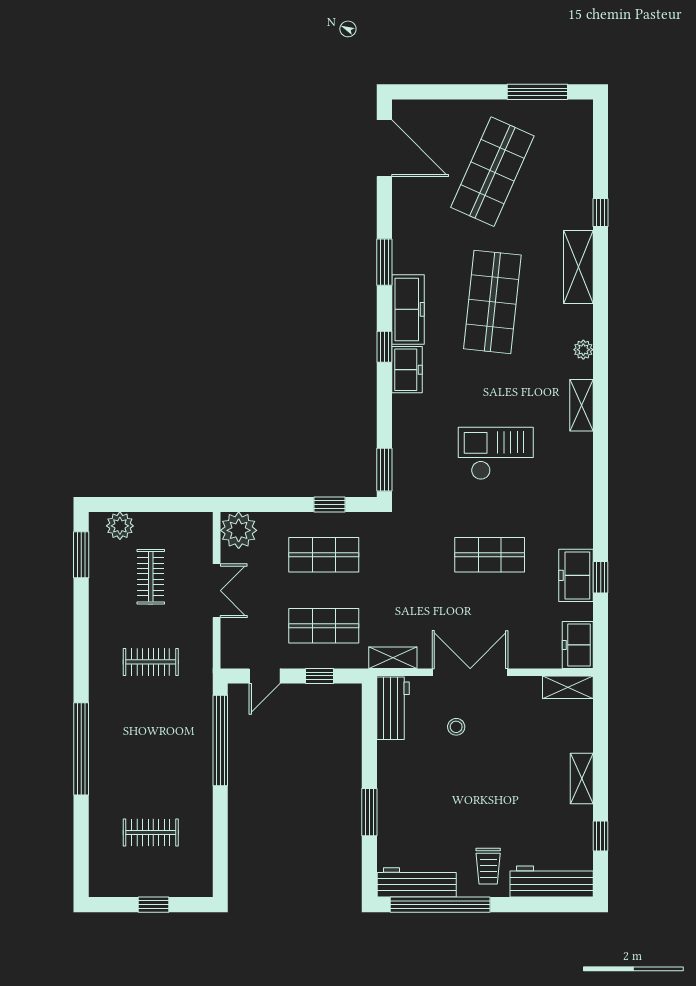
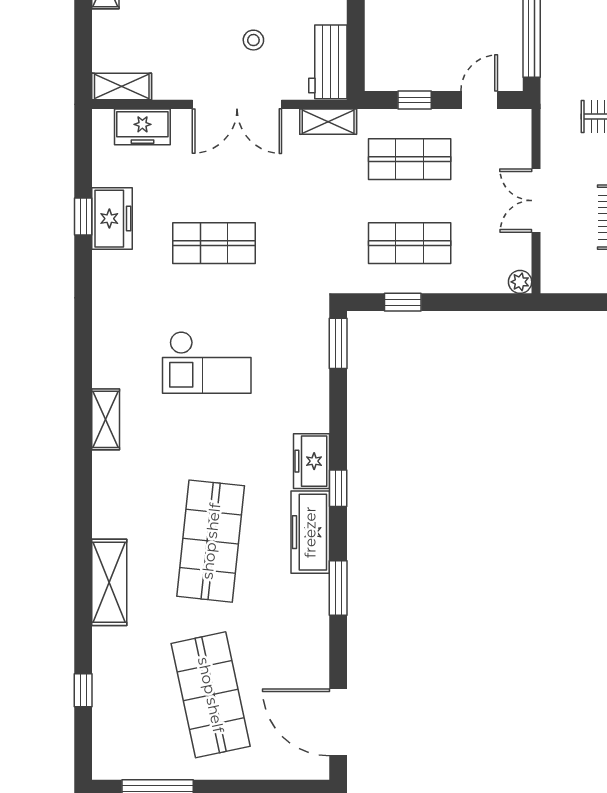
shop shelf: (492, 172) -> (211, 695), turned -36
window: (601, 212) -> (83, 690), moved
plant: (583, 350) -> (103, 485), removed
plant: (239, 530) -> (520, 282), width x0.53, depth x0.53
freezer: (578, 645) -> (142, 127), moved, turned 90

